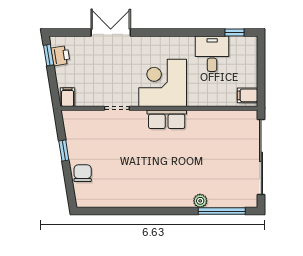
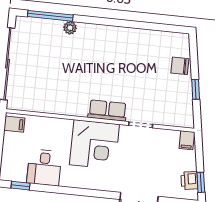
row of seats: (167, 119) -> (107, 111), moved
chair: (83, 173) -> (180, 66), turned 90

